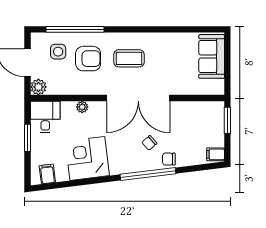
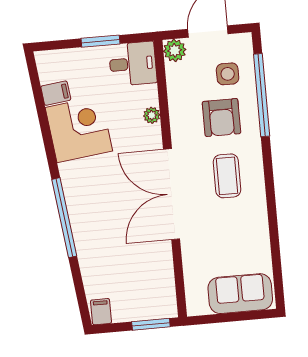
chair: (149, 143) -> (109, 216), removed
chair: (169, 159) -> (88, 246), removed
filing cabinet: (47, 174) -> (56, 93), moved

